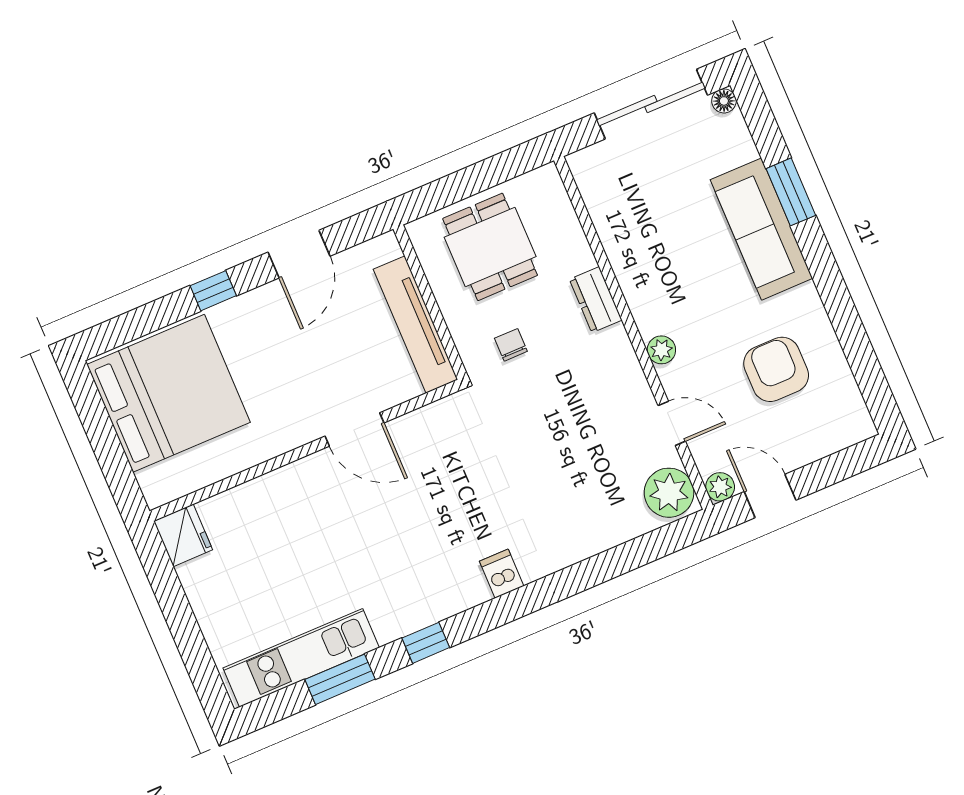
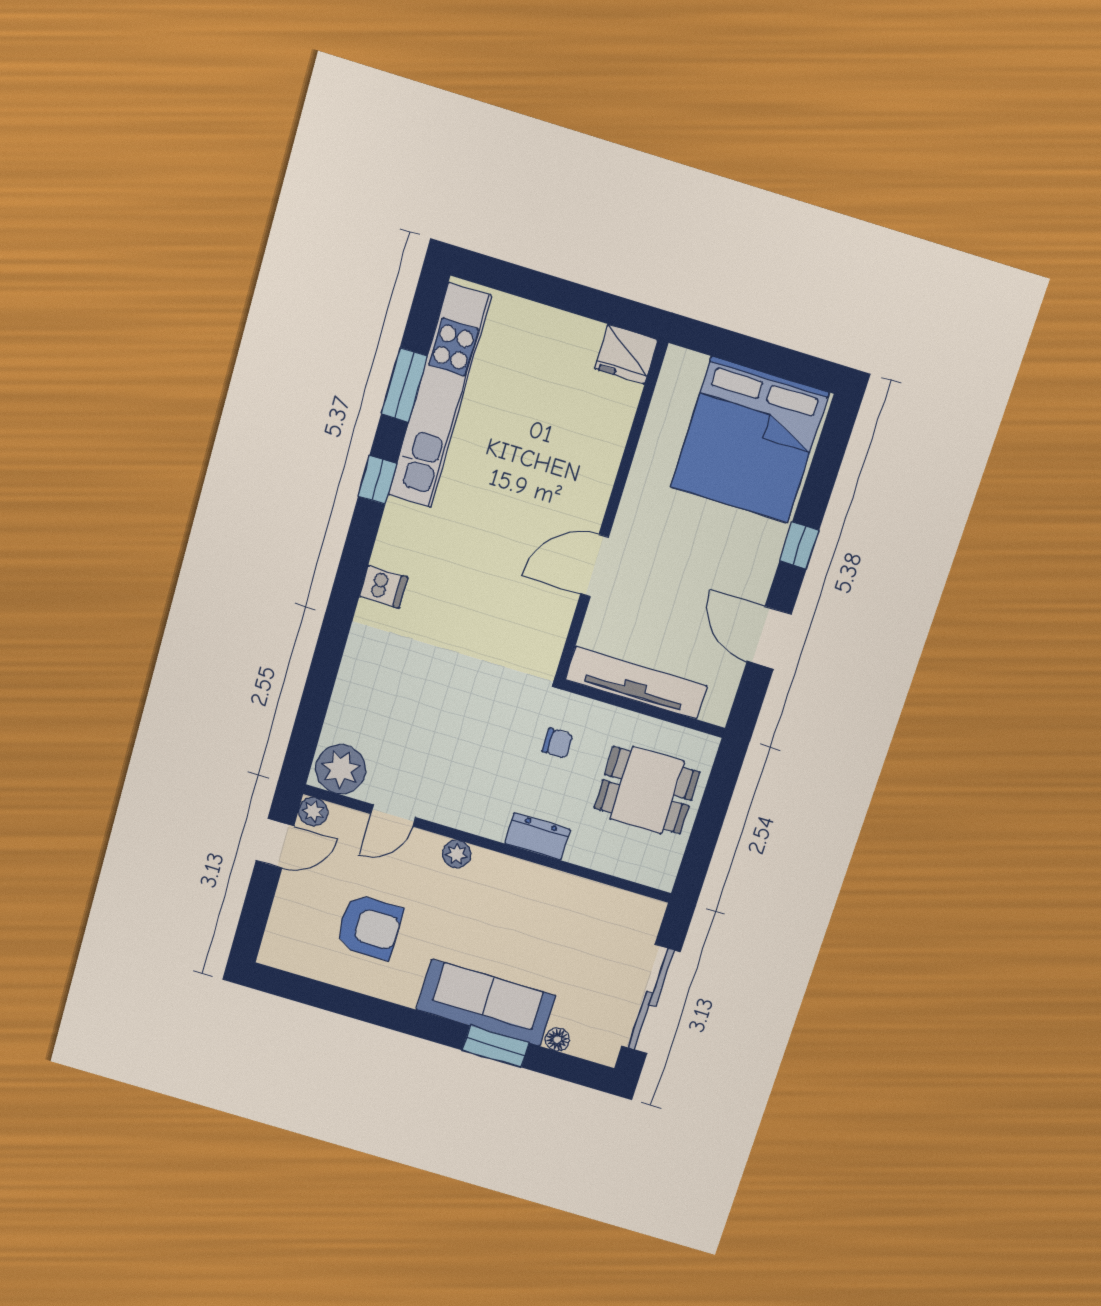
floor lamp: (724, 101) -> (557, 1039), moved
kitchen unit: (301, 658) -> (439, 396), width x1.36

